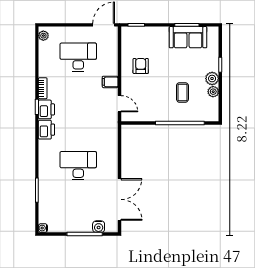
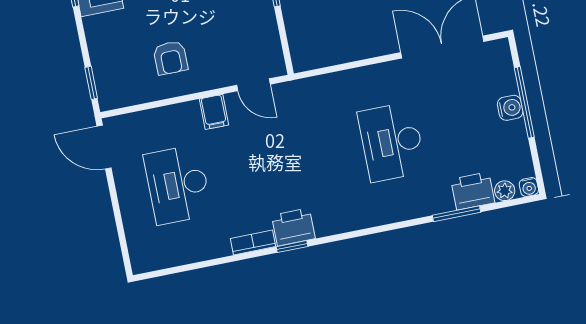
plant: (43, 36) -> (505, 191), moved
armchair: (141, 66) -> (171, 58), turned -90
door: (120, 104) -> (253, 85), swing flipped
printer: (46, 130) -> (473, 191), moved
water cooler: (99, 227) -> (510, 108), moved

